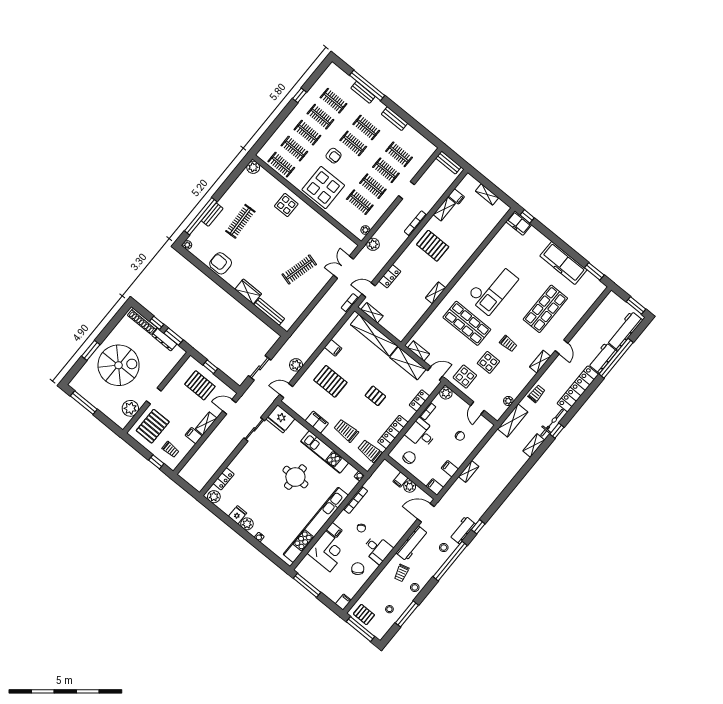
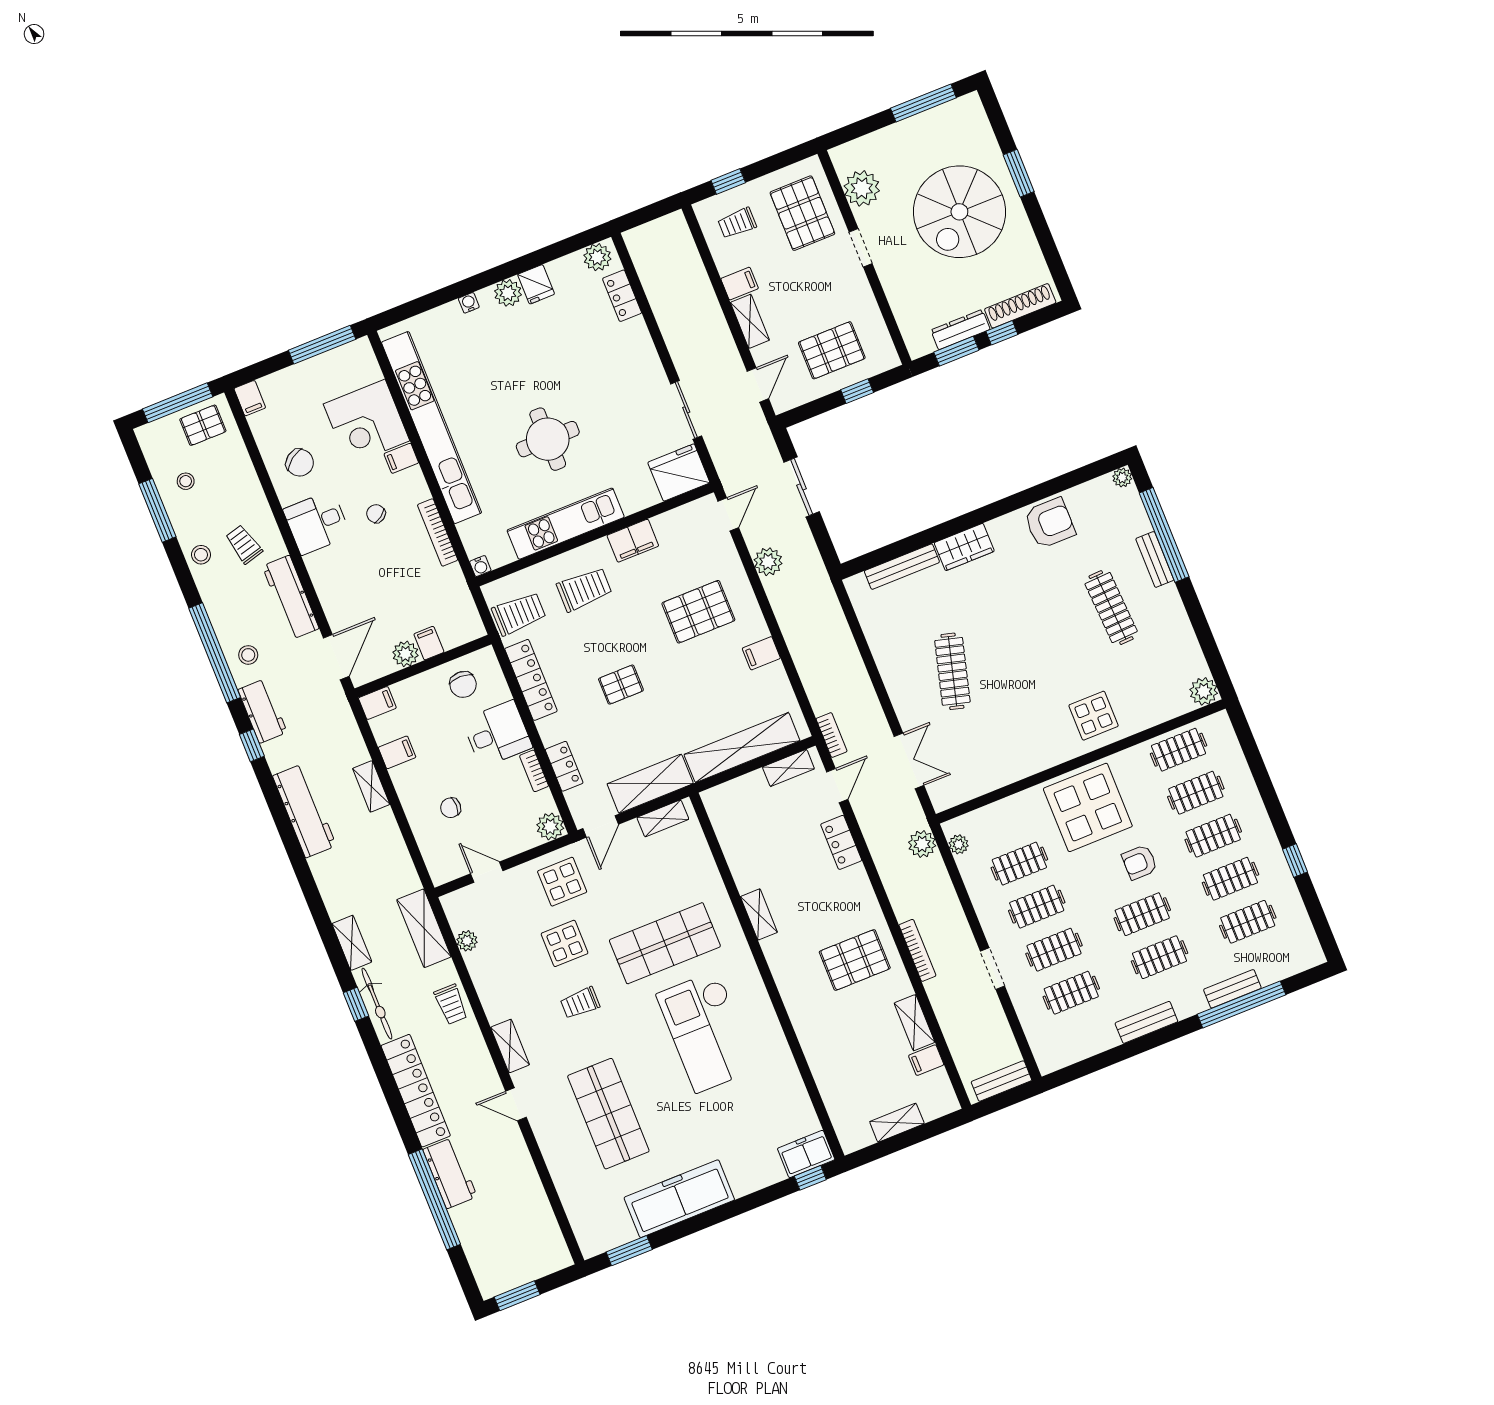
workbench: (625, 331) -> (304, 811), moved

